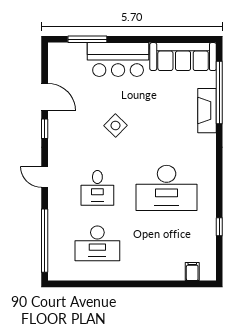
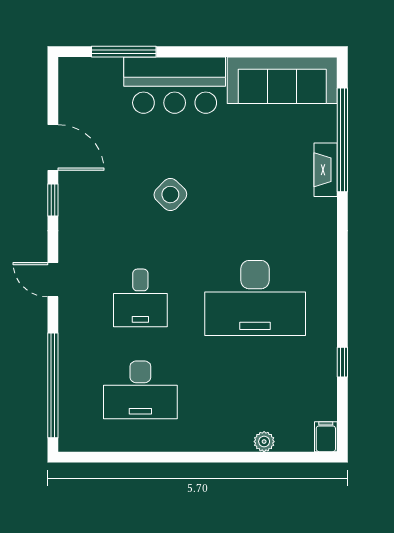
fireplace: (207, 111) -> (326, 170), width x0.73, depth x0.76
filing cabinet: (192, 272) -> (326, 437), moved
plant: (172, 275) -> (264, 442), added

